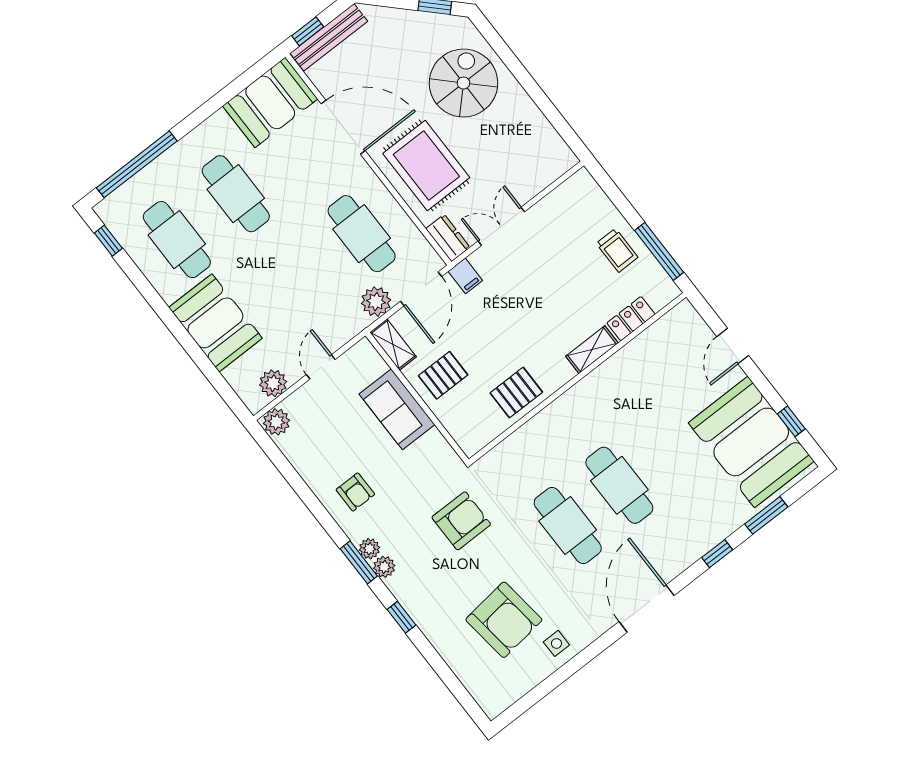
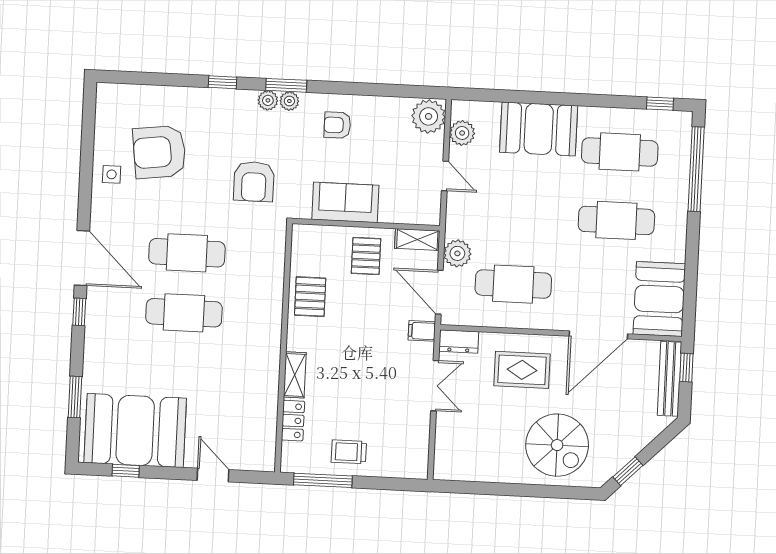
rug: (426, 165) -> (522, 370), width x0.73, depth x0.70
sofa: (397, 409) -> (345, 202), moved
plant: (276, 422) -> (429, 116), width x1.36, depth x1.36
window: (717, 554) -> (79, 312), moved

